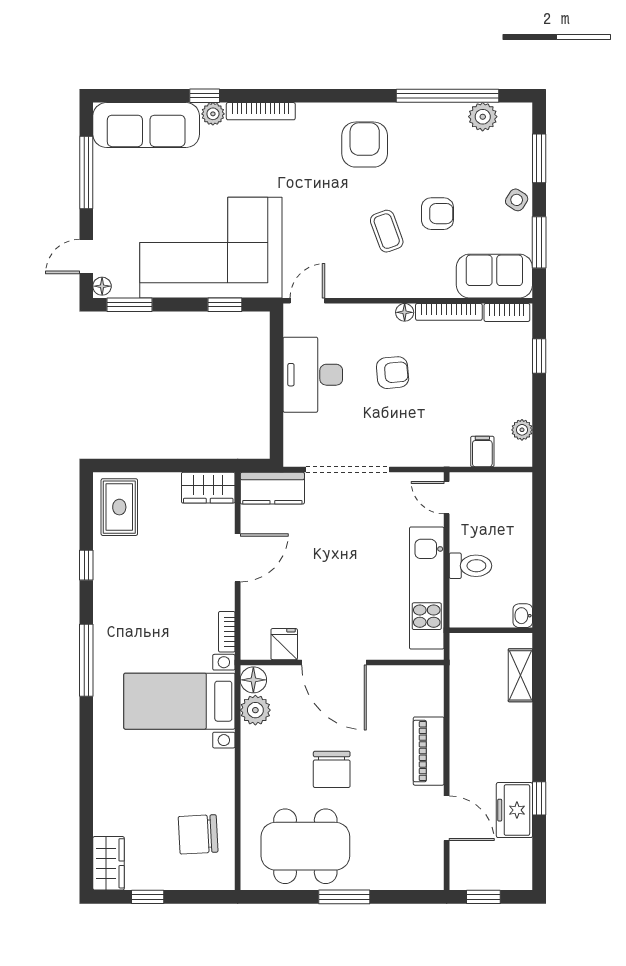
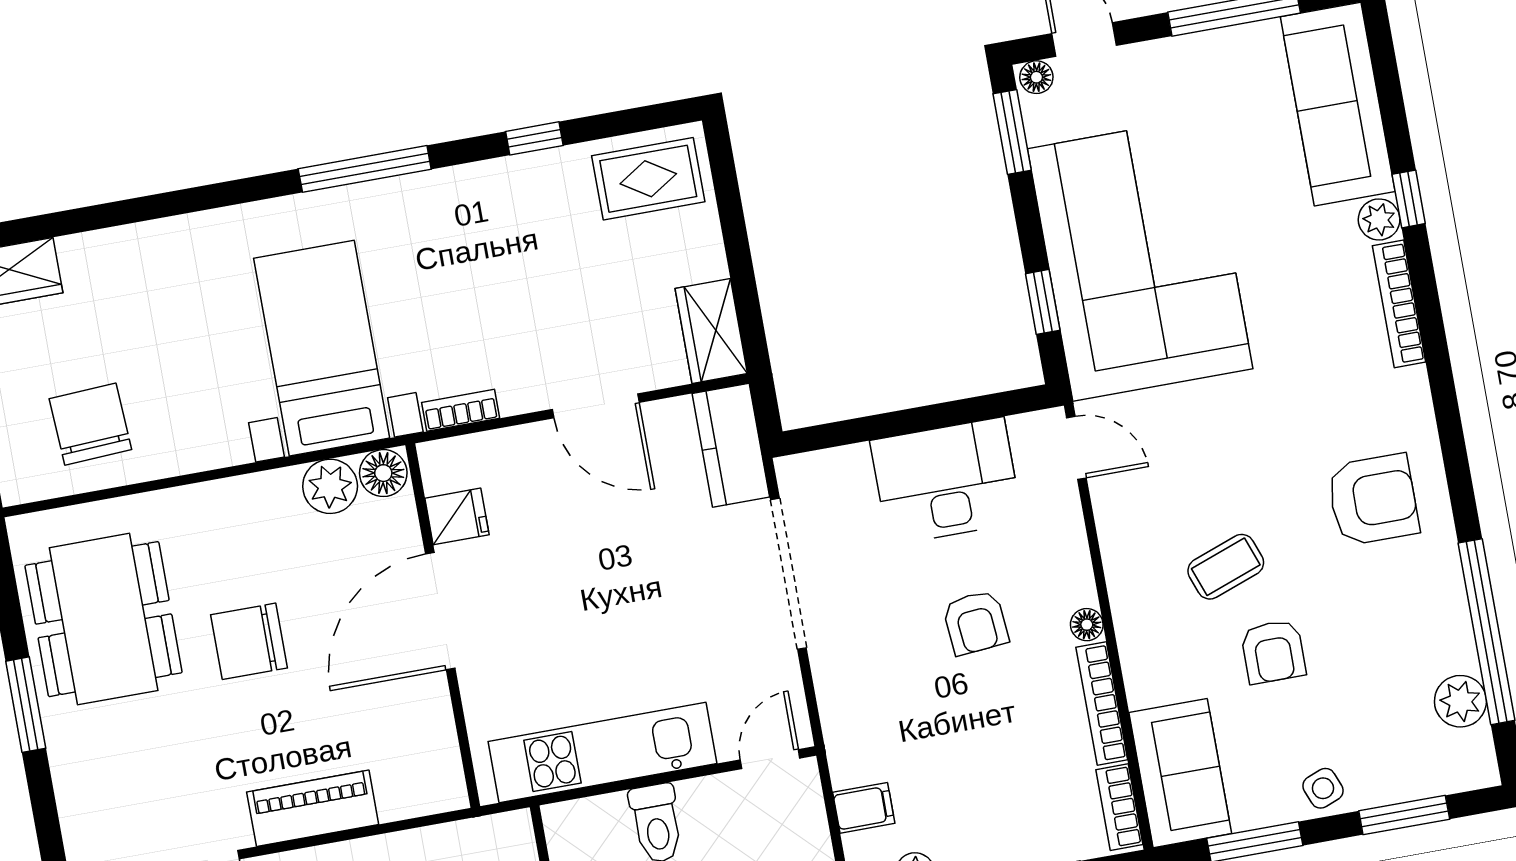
side table: (517, 200) -> (1323, 788), turned 36

